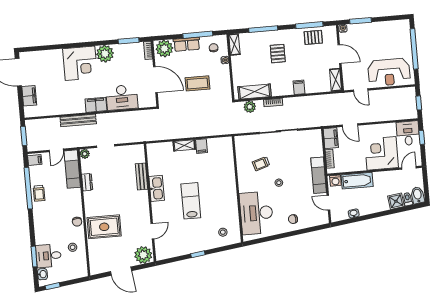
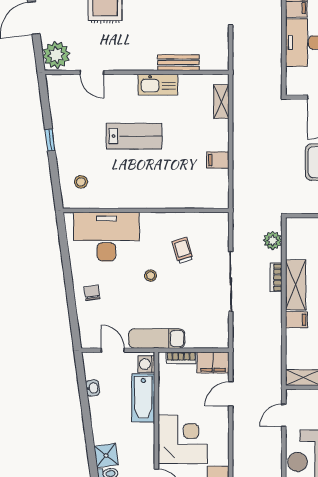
shelving: (255, 92) -> (296, 285), moved
shelving: (184, 145) -> (221, 102), moved
door: (328, 203) -> (113, 350), hinge flipped

